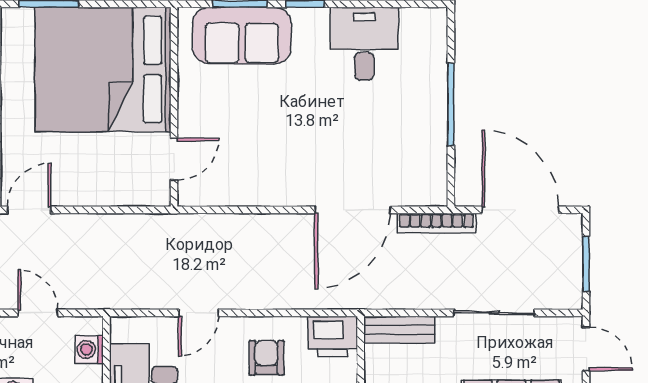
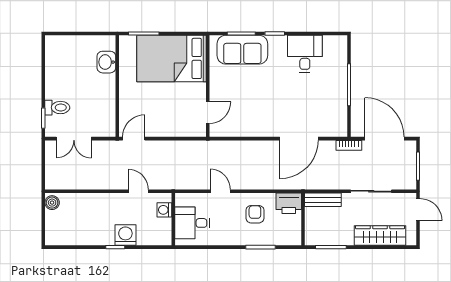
bed: (103, 69) -> (171, 58), width x0.73
bookcase: (436, 223) -> (349, 145), width x0.64
door: (199, 313) -> (220, 191), swing flipped

